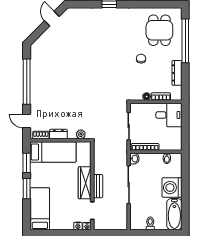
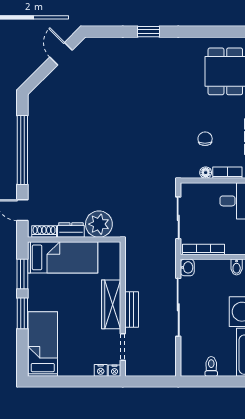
chair: (141, 59) -> (205, 139), moved
plant: (81, 134) -> (99, 224), width x1.88, depth x1.88

